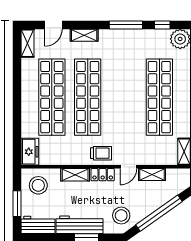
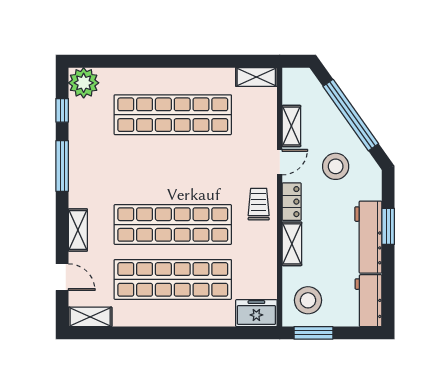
door: (128, 167) -> (280, 162), hinge flipped
window: (17, 204) -> (313, 333), moved
stool: (121, 215) -> (336, 166), moved

